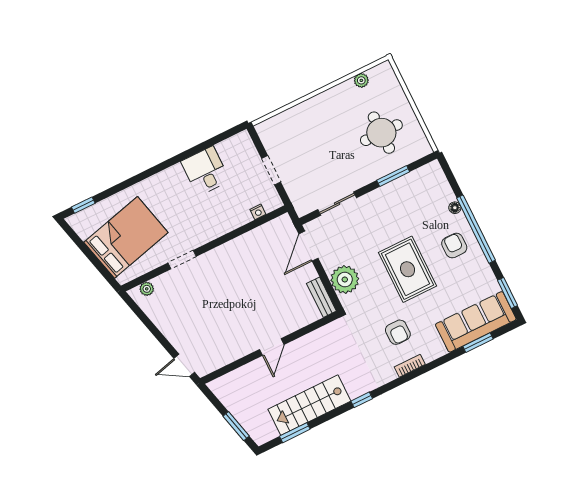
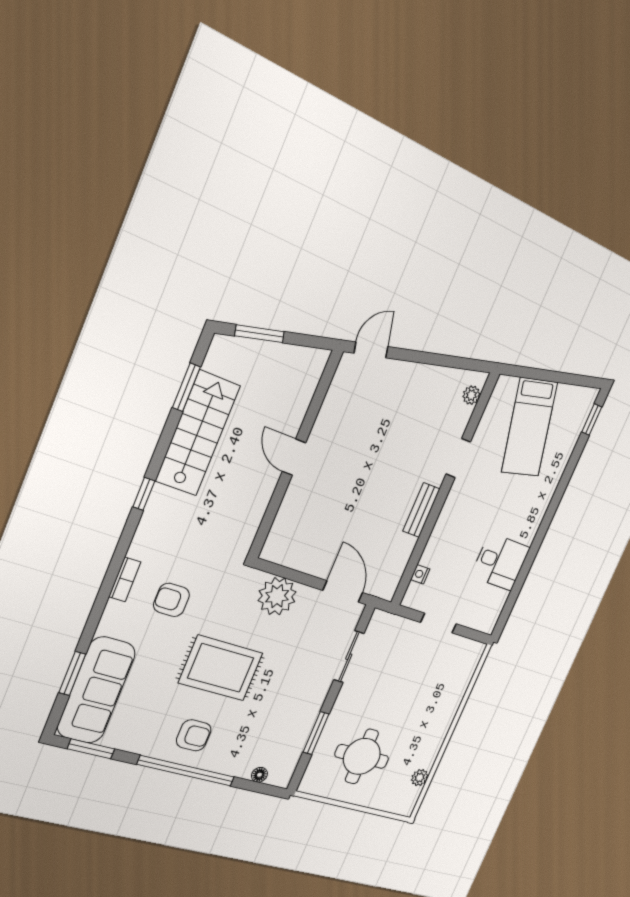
floor lamp: (455, 208) -> (259, 775), moved
bed: (126, 237) -> (529, 427), width x0.67
bench: (321, 297) -> (421, 510), moved, turned 90

